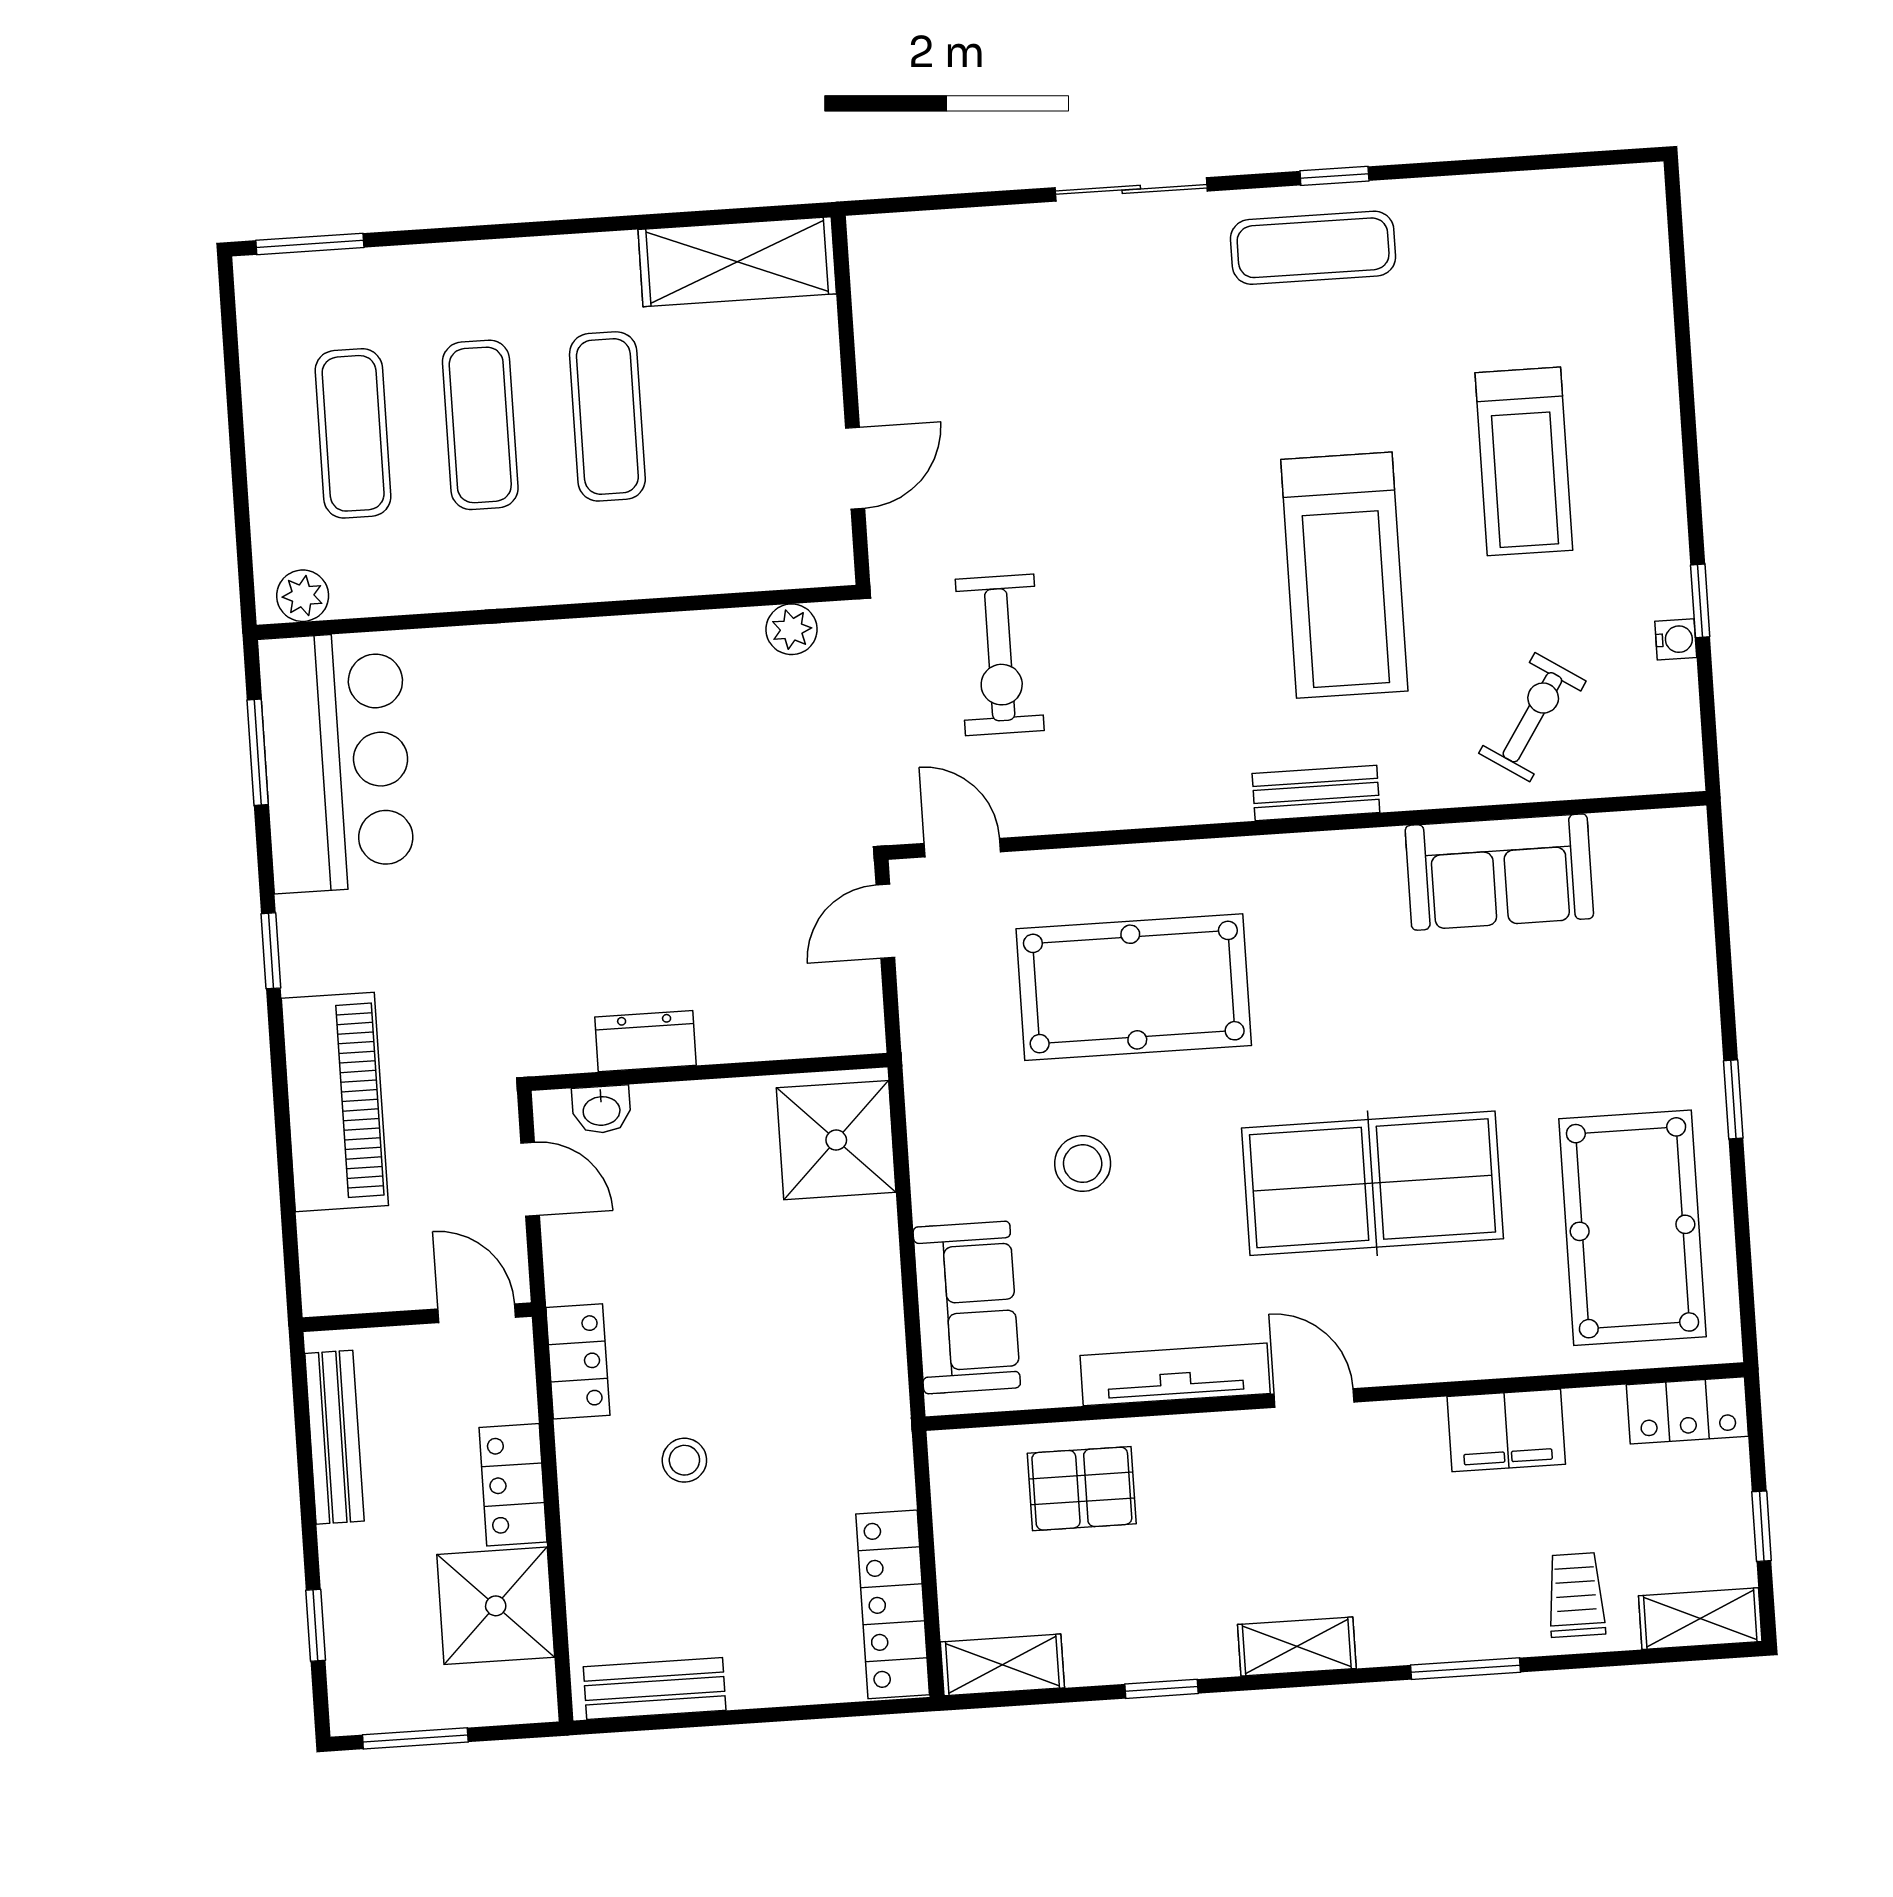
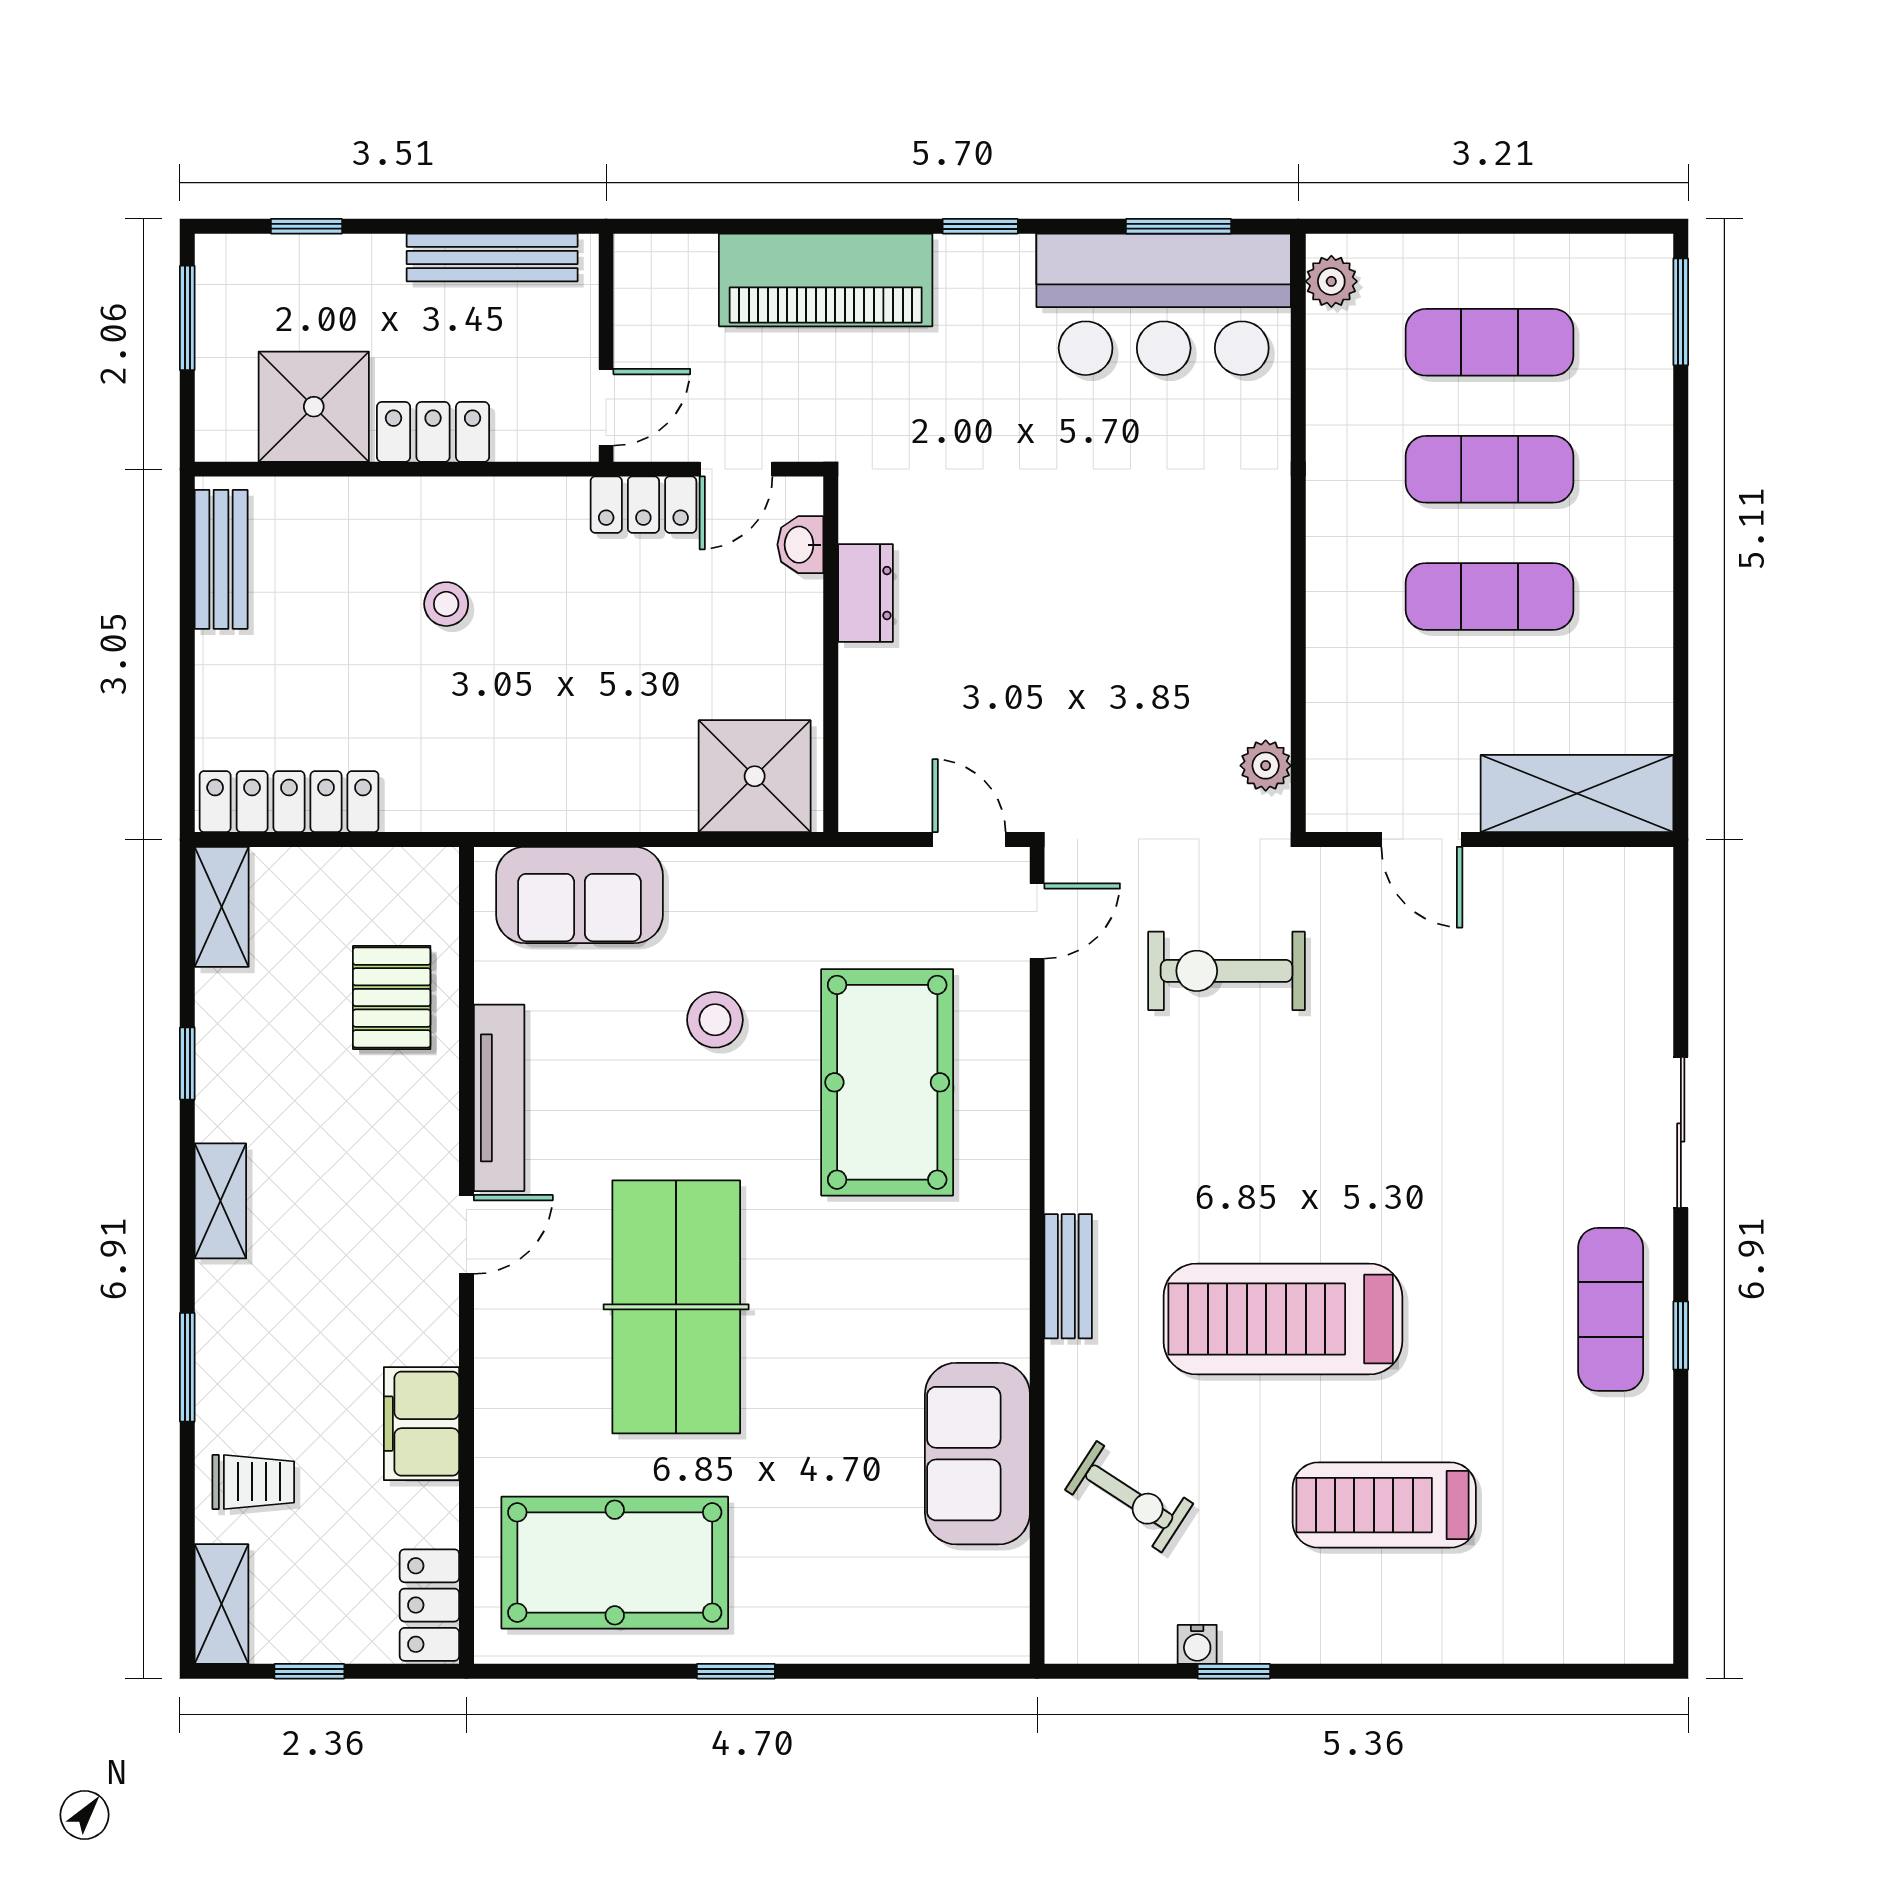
shelving: (737, 262) -> (1577, 794), moved, turned 90
locker: (578, 1361) -> (643, 505), moved

